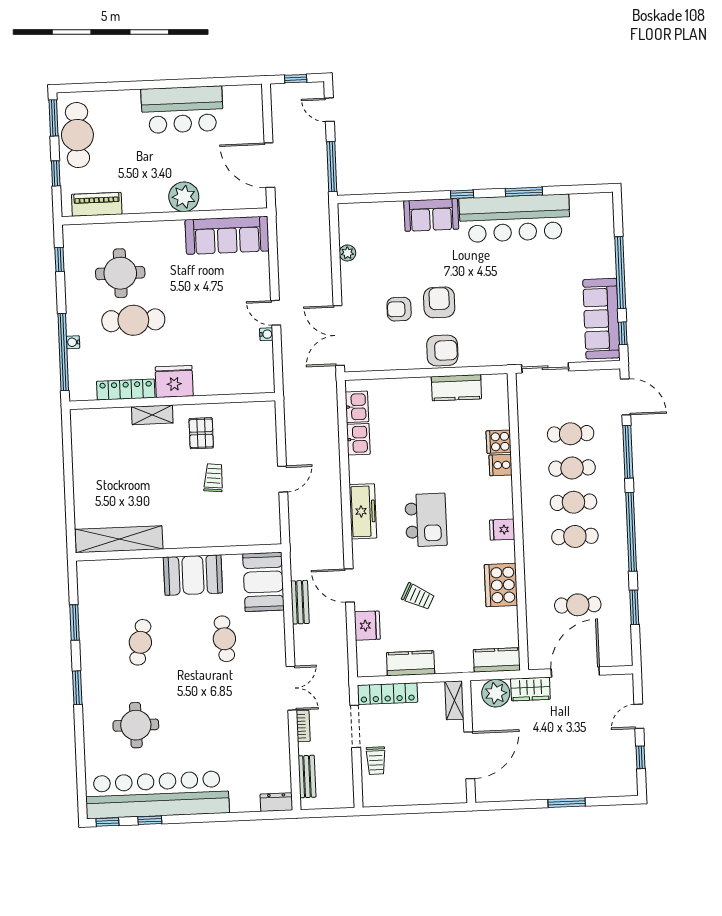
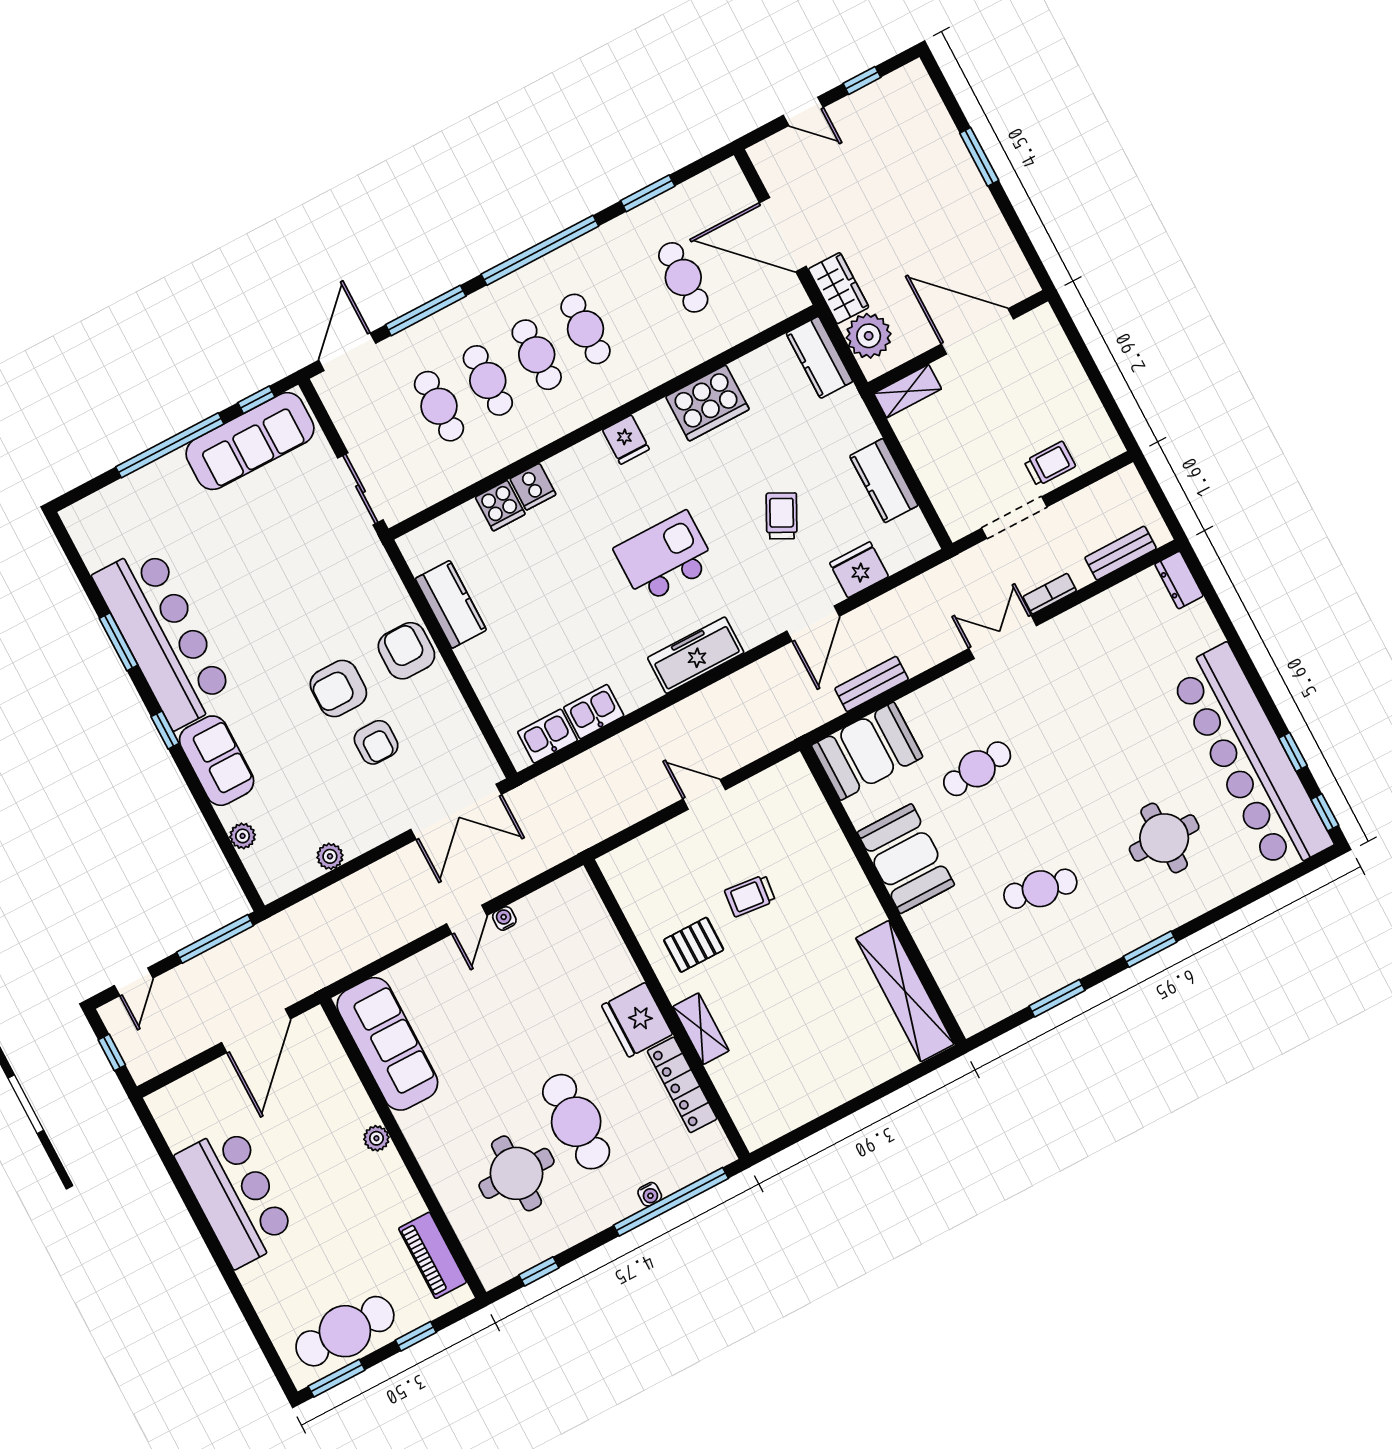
plant: (184, 197) -> (376, 1138), width x0.53, depth x0.53
plant: (382, 209) -> (243, 836), added
locker: (388, 694) -> (944, 493), removed

